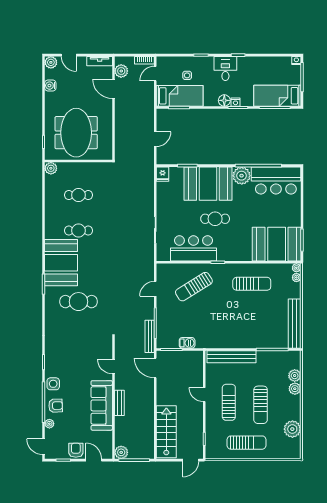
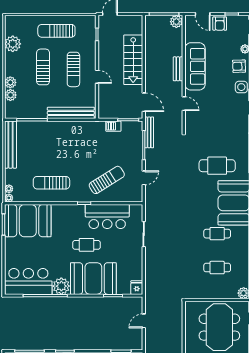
stairs: (166, 432) -> (133, 60), moved

